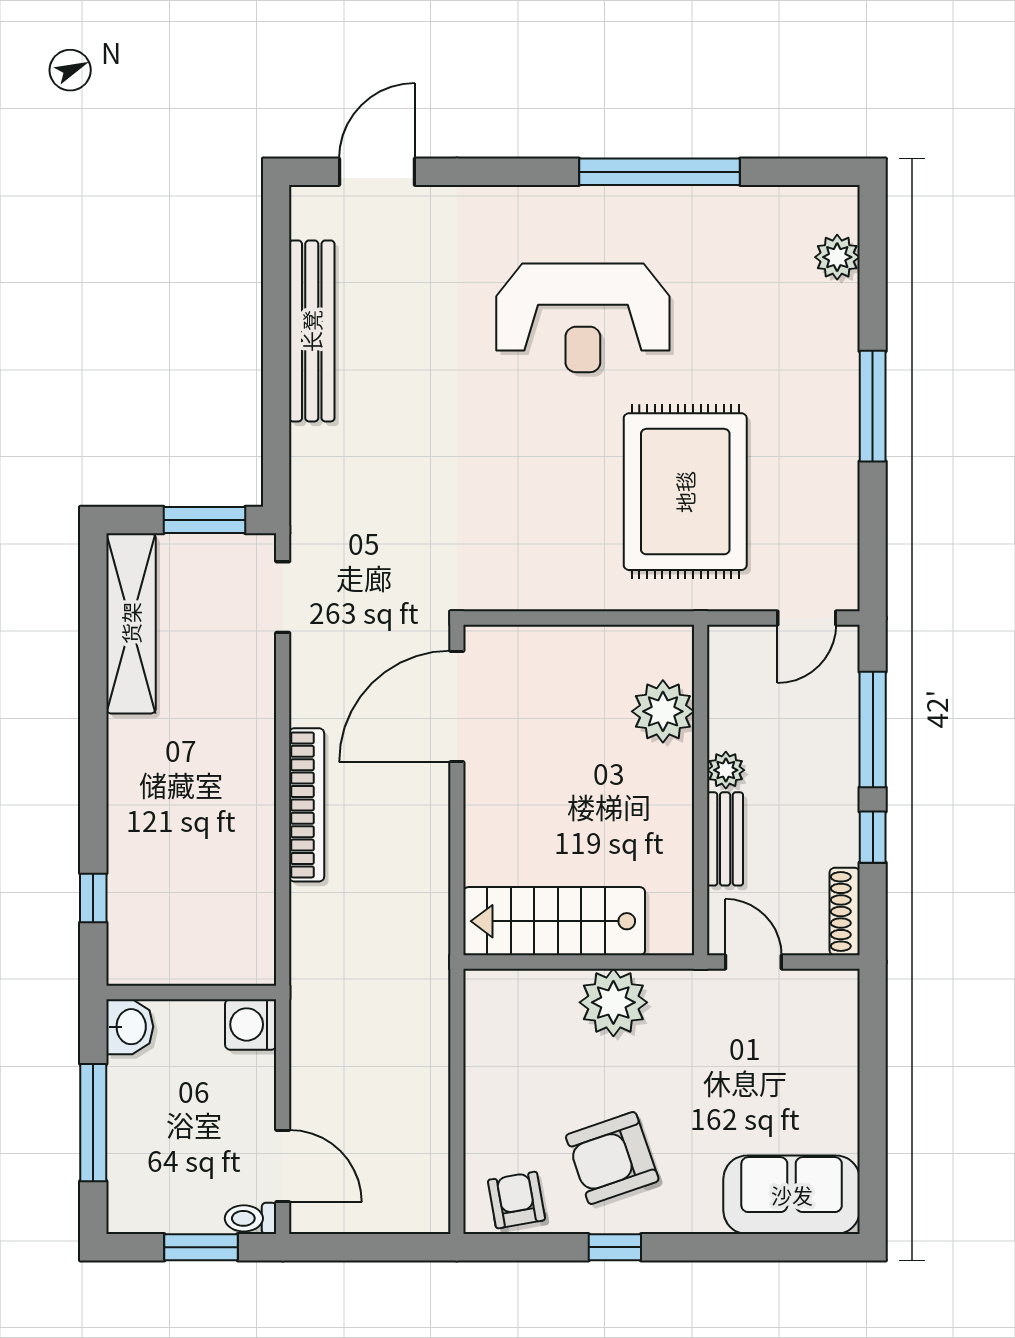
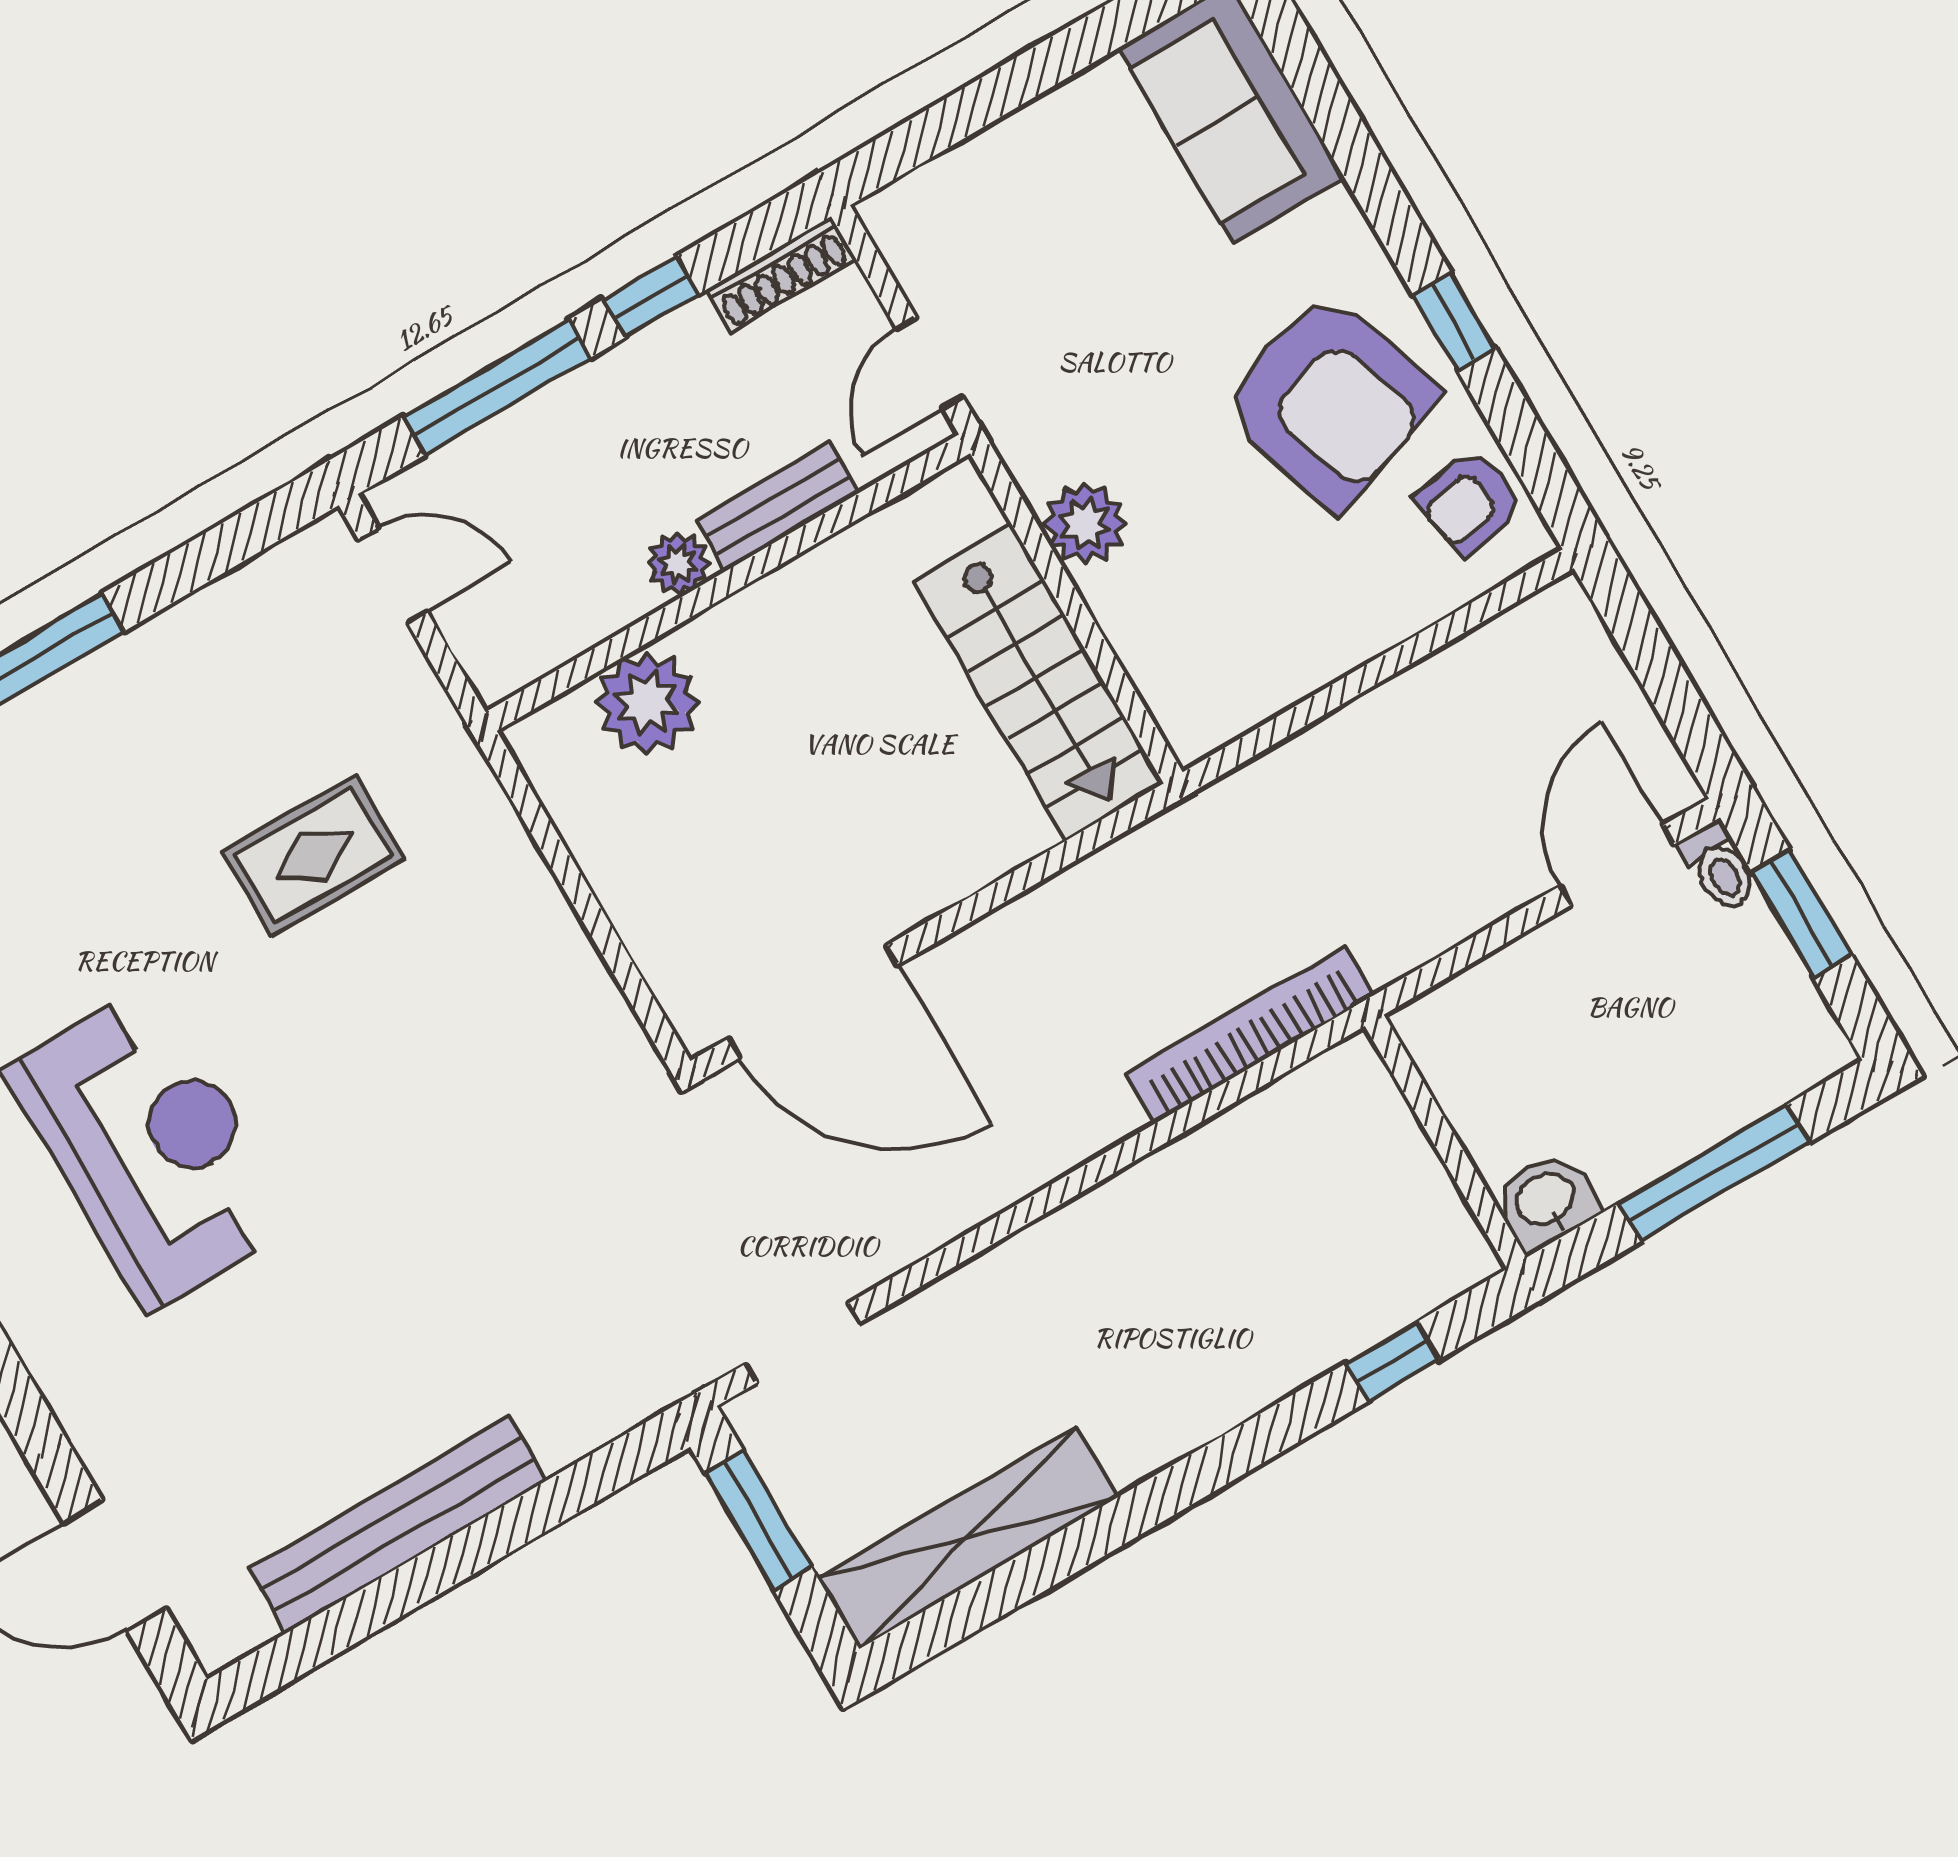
rug: (685, 492) -> (314, 855), width x0.54, depth x0.49
bookcase: (307, 805) -> (1250, 1035), moved
plant: (613, 1002) -> (1085, 524), width x0.73, depth x0.73
washing machine: (251, 1024) -> (1441, 1030), removed
armchair: (612, 1158) -> (1329, 400), width x1.36, depth x1.36

